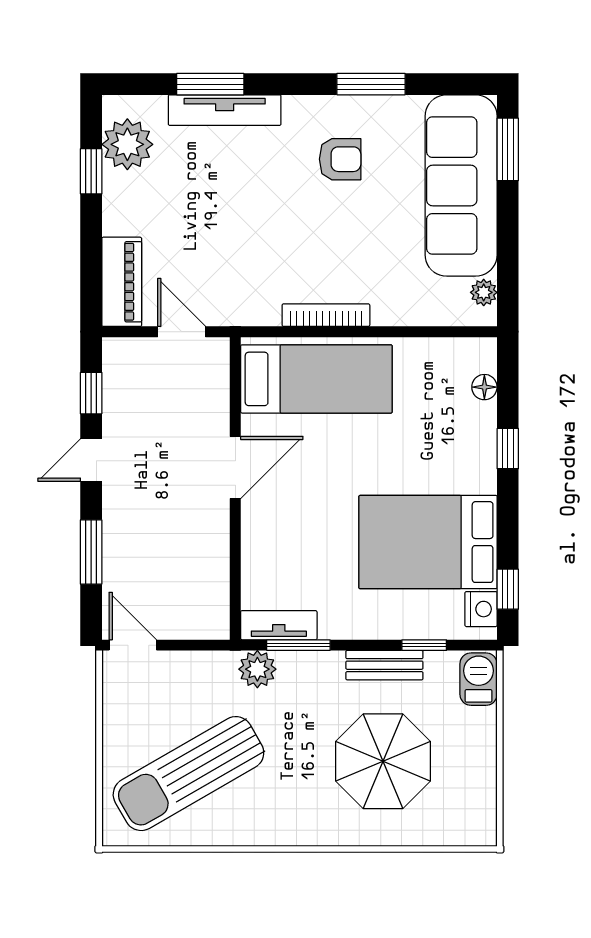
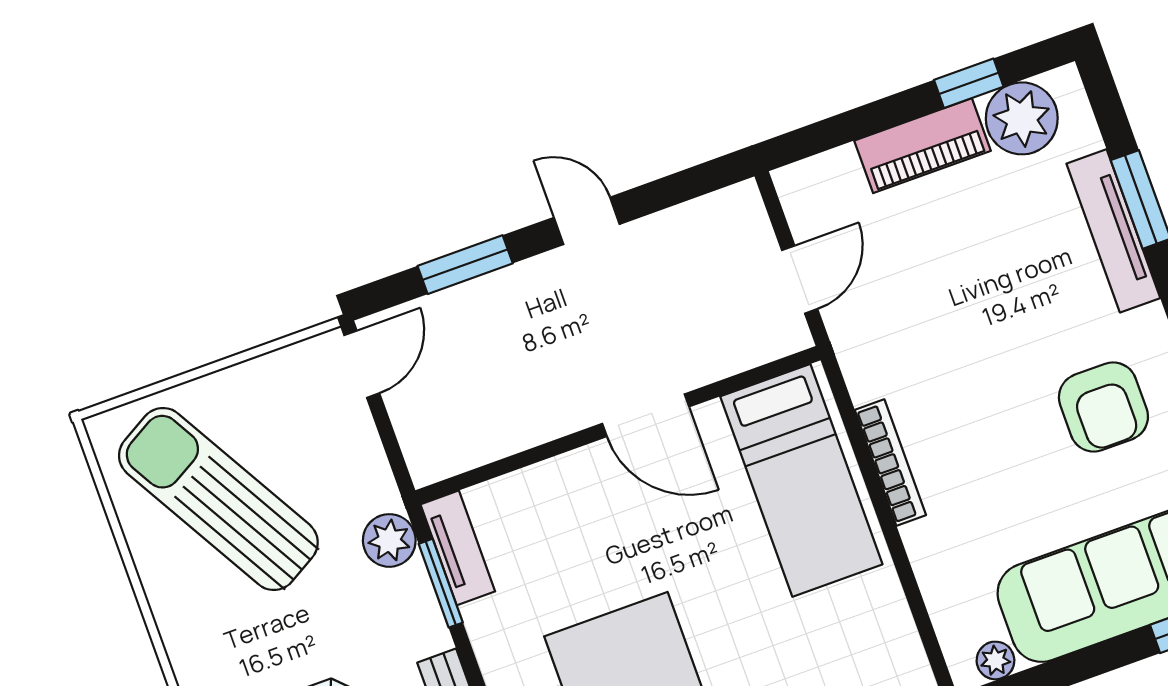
armchair: (340, 159) -> (1103, 407), width x1.38, depth x1.38
piano: (122, 282) -> (923, 146), moved
window: (91, 393) -> (675, 189), removed

